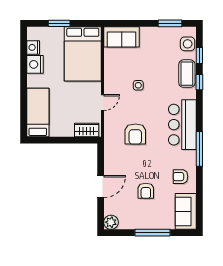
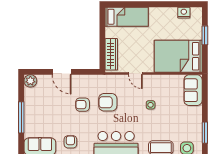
nightstand: (35, 64) -> (169, 14), removed
wardrobe: (87, 130) -> (111, 54), width x1.50
armchair: (146, 191) -> (83, 105), moved

